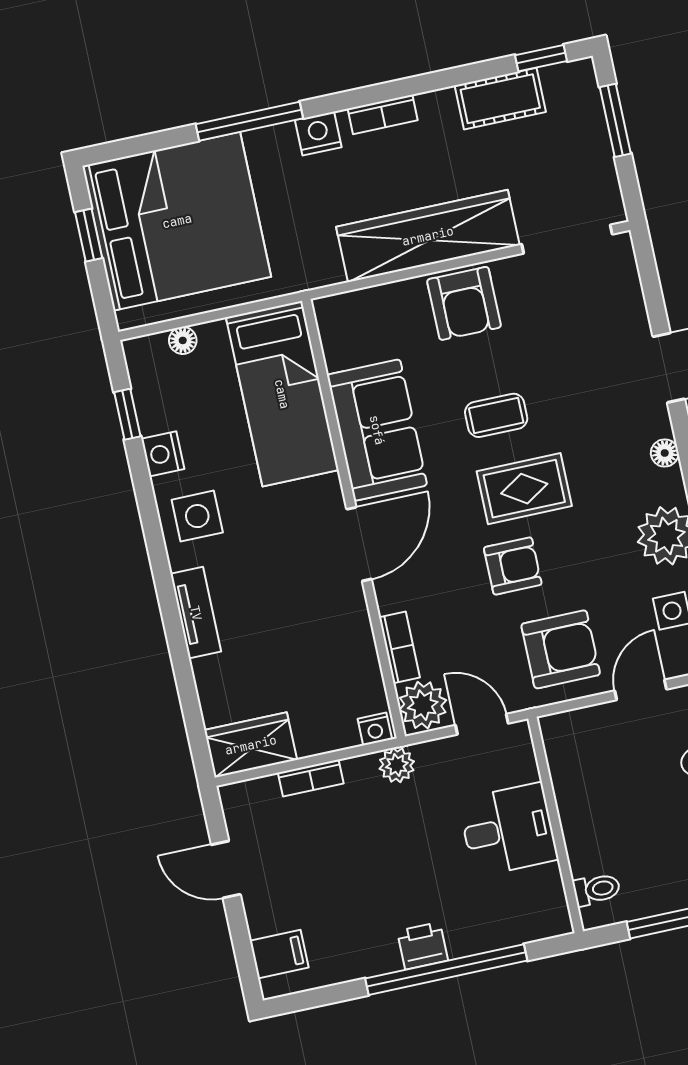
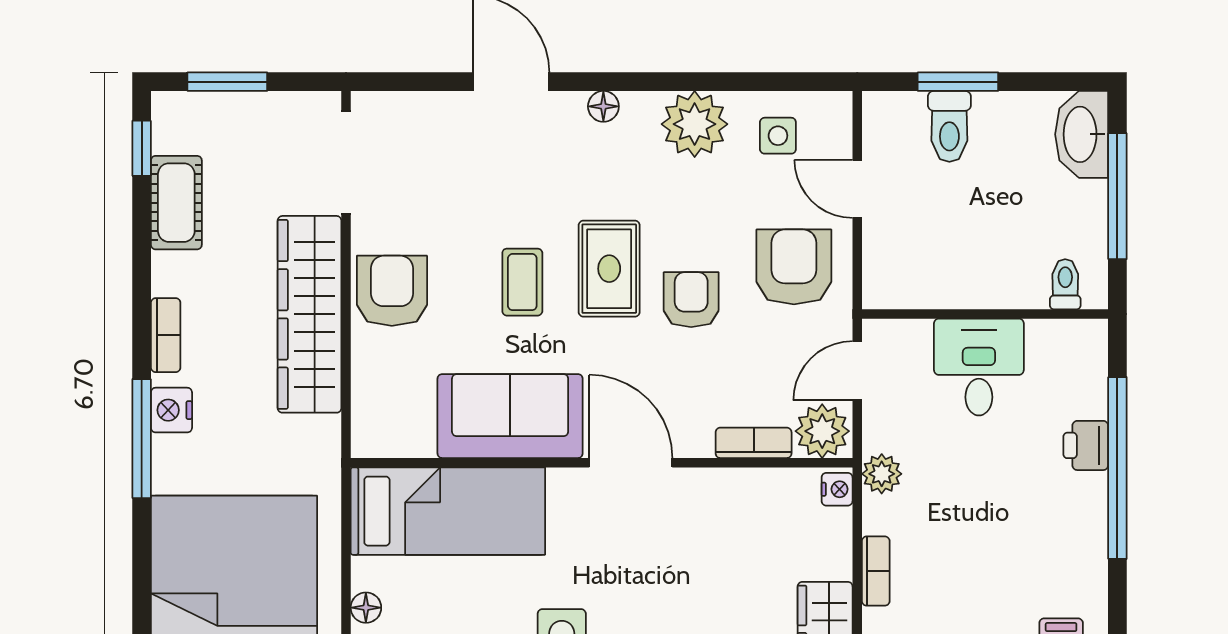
window: (249, 121) -> (142, 439), moved
armchair: (464, 303) -> (392, 291), turned -90
printer: (422, 946) -> (1086, 445), moved

